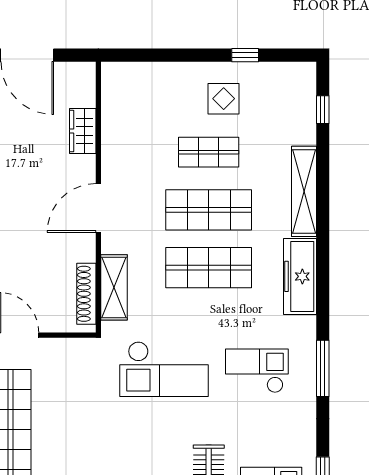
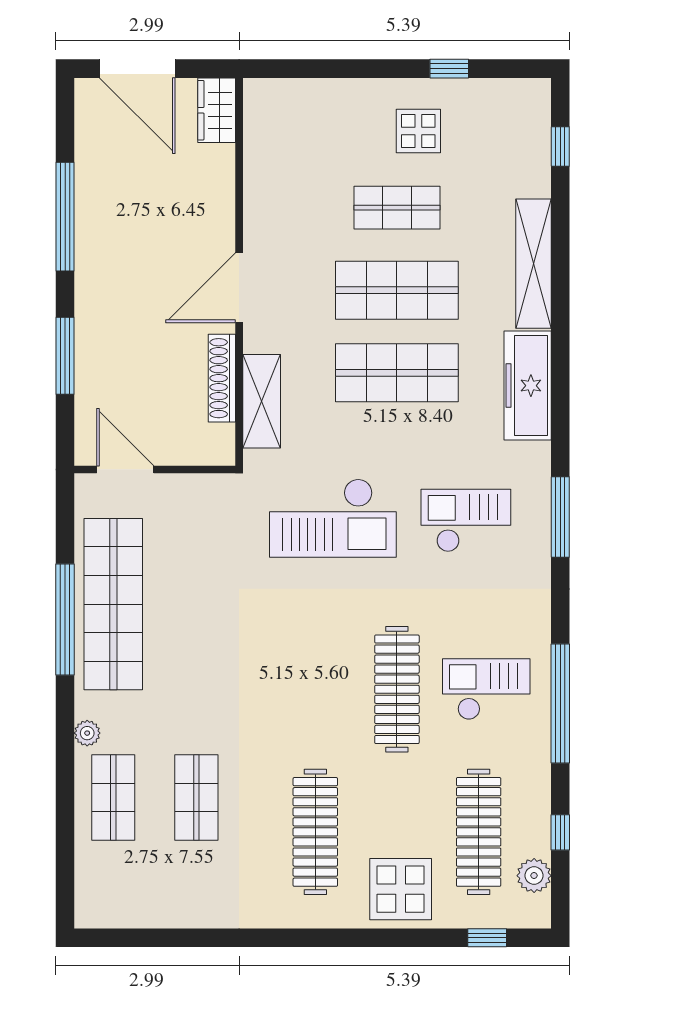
wardrobe: (83, 131) -> (217, 110), moved
shoe rack: (86, 294) -> (222, 378), moved

